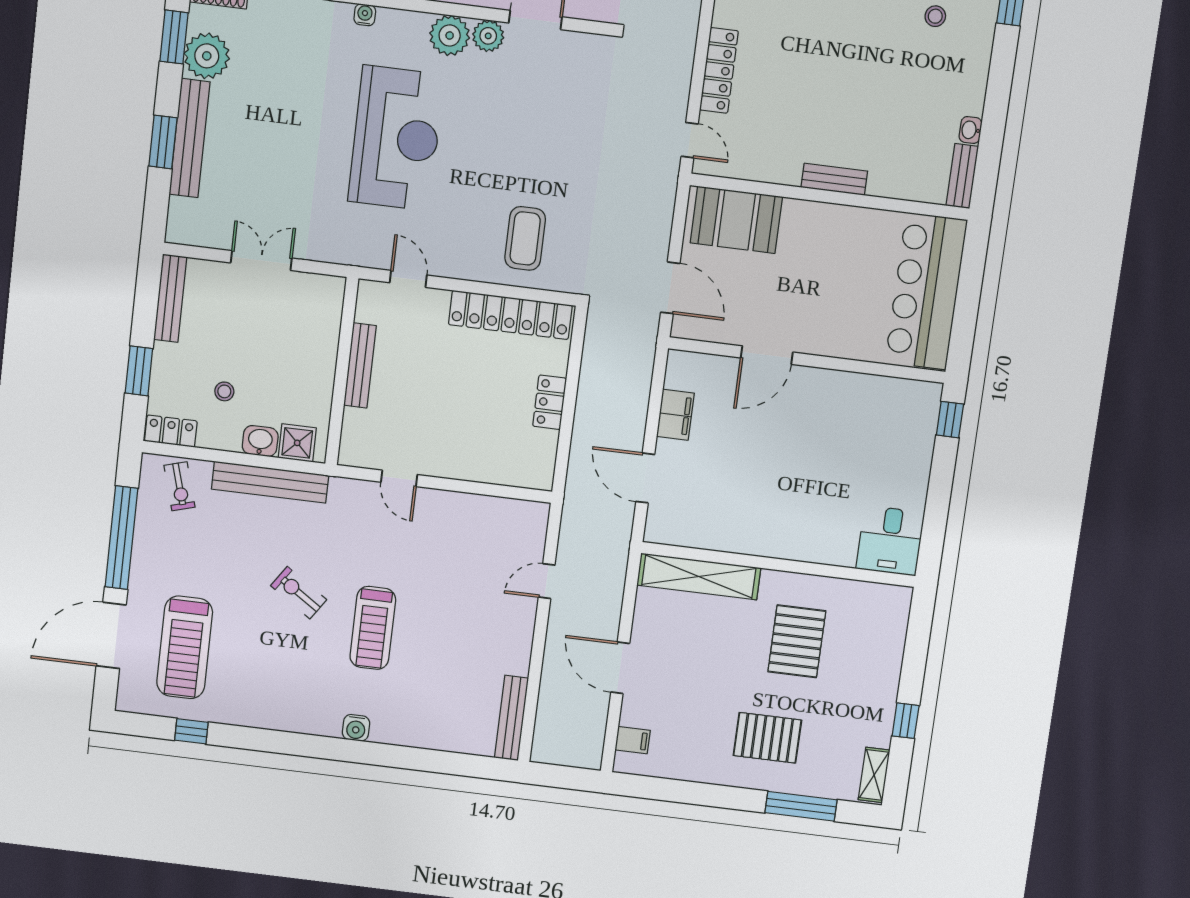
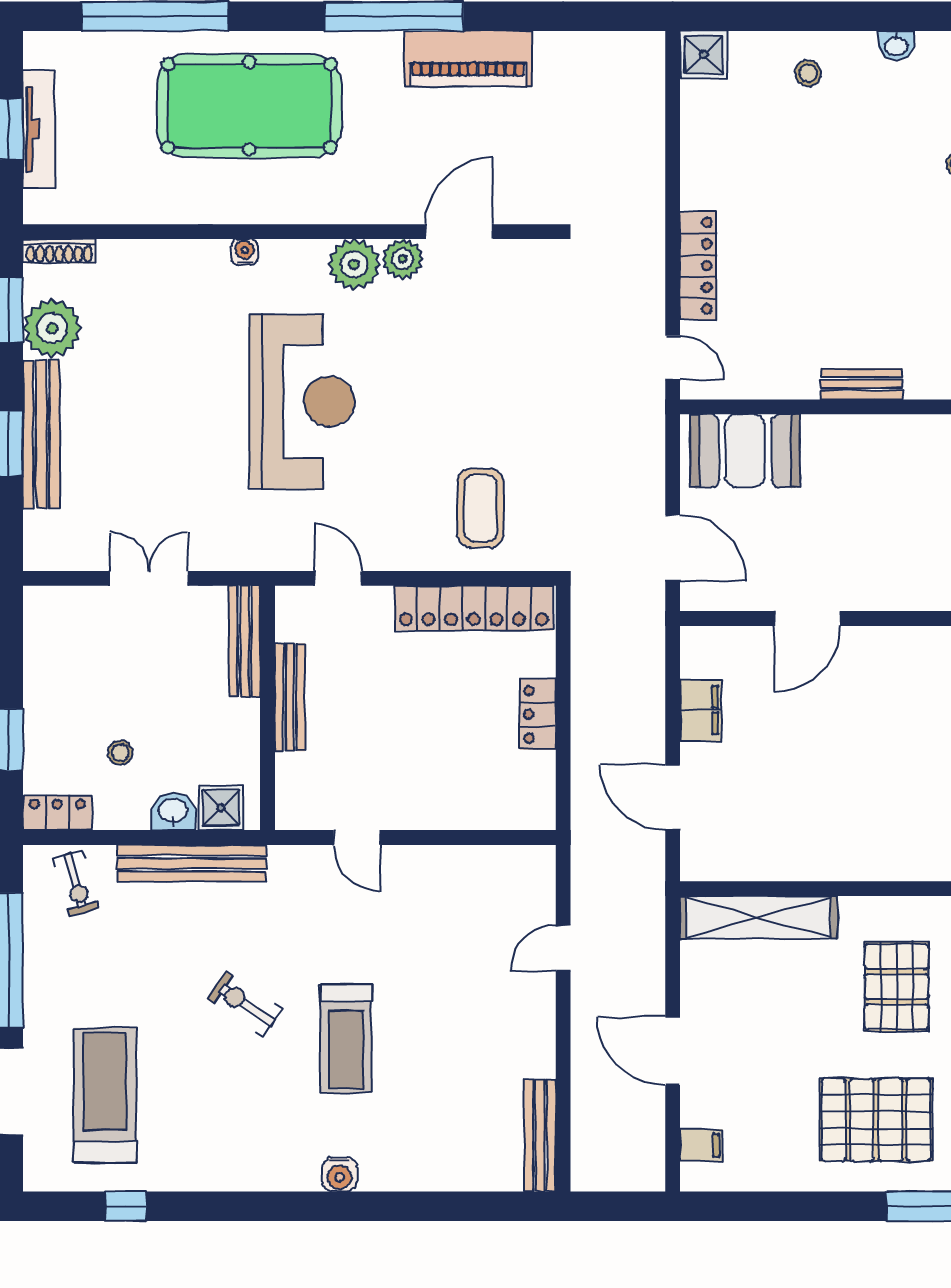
bench: (170, 298) -> (245, 641), moved
treadmill: (185, 647) -> (105, 1095), turned 180
pallet: (767, 738) -> (876, 1120), width x1.37, depth x1.41

